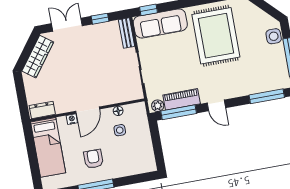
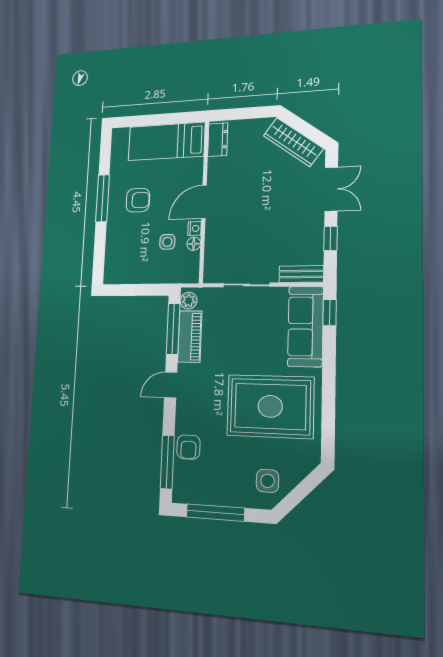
side table: (274, 36) -> (268, 481), moved
armchair: (254, 84) -> (188, 447), added
door: (88, 110) -> (204, 202), hinge flipped
nightstand: (72, 119) -> (195, 228), moved

